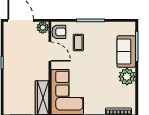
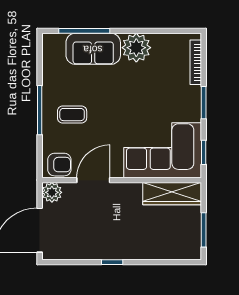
armchair: (59, 32) -> (59, 165), turned 90
coffee table: (78, 42) -> (72, 115), moved

